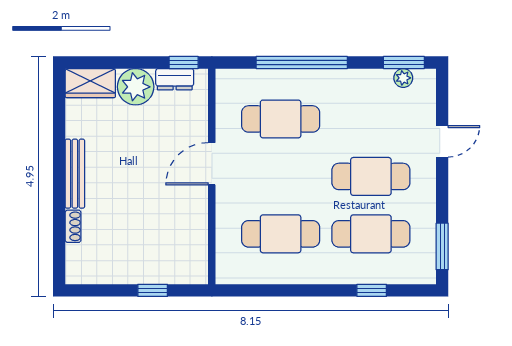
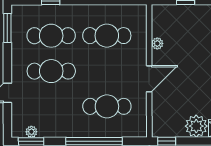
dresser: (175, 79) -> (172, 131), removed
plant: (199, 221) -> (157, 43), added

